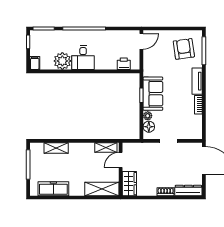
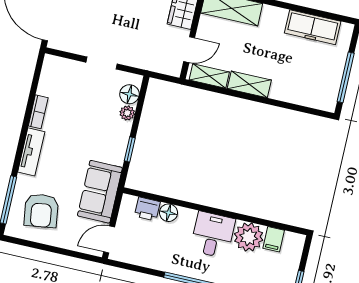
filing cabinet: (35, 63) -> (274, 239), moved
floor lamp: (111, 64) -> (169, 213), added
sofa: (153, 94) -> (100, 192), moved
shelving: (56, 148) -> (249, 84), moved

